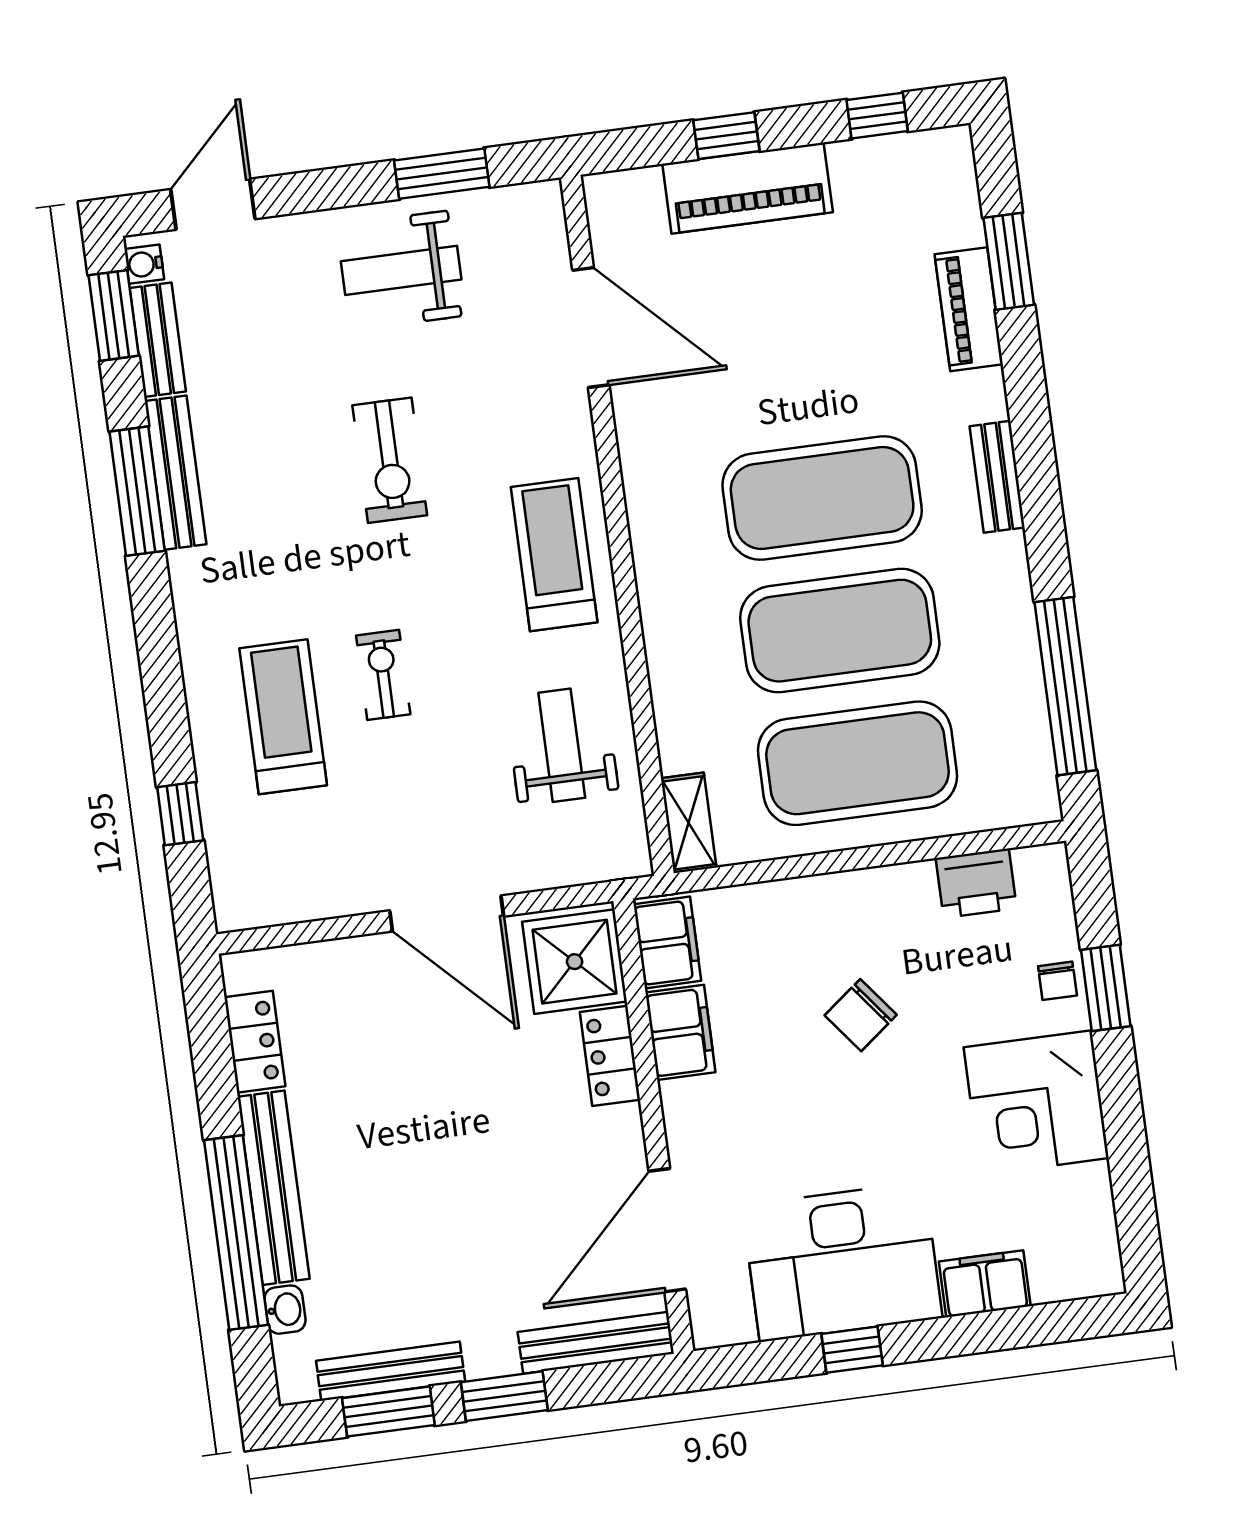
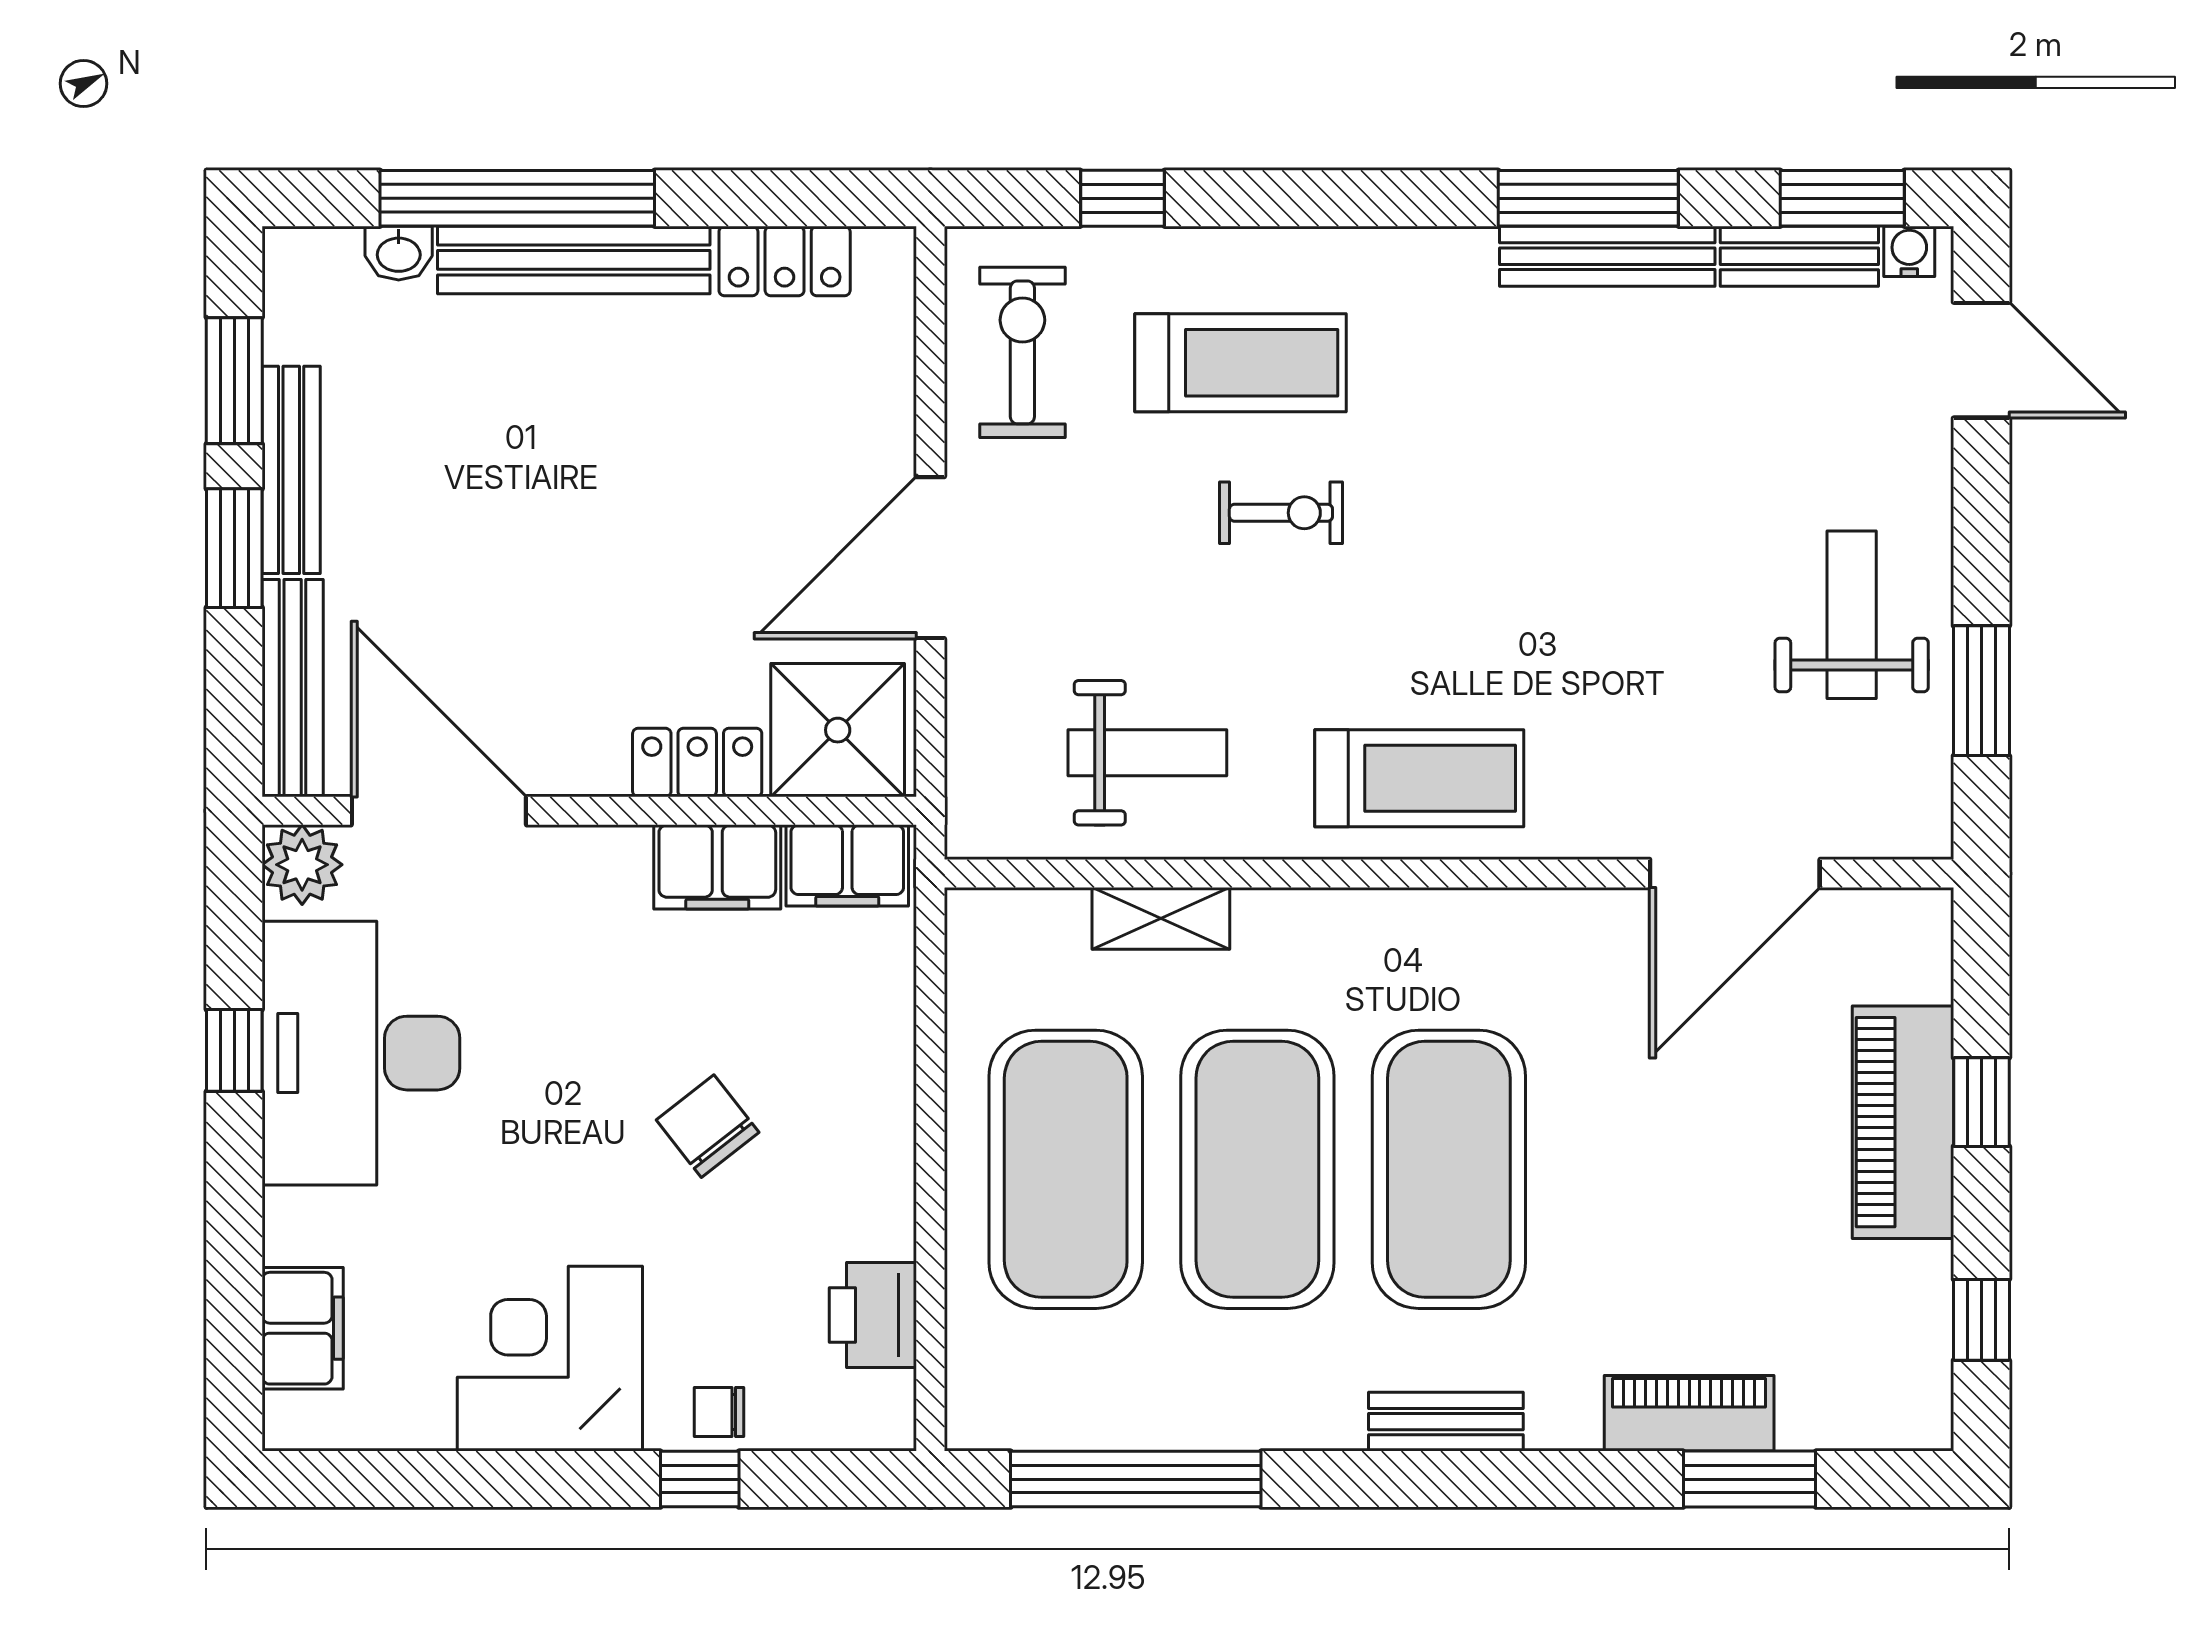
exercise bike: (390, 460) -> (1022, 352), moved, turned 90
shelving: (689, 823) -> (1161, 918), moved
window: (1106, 988) -> (700, 1479), width x0.67
filing cabinet: (985, 1284) -> (303, 1328), moved
plant: (717, 1320) -> (302, 865), added
bench: (391, 1371) -> (291, 470), moved

